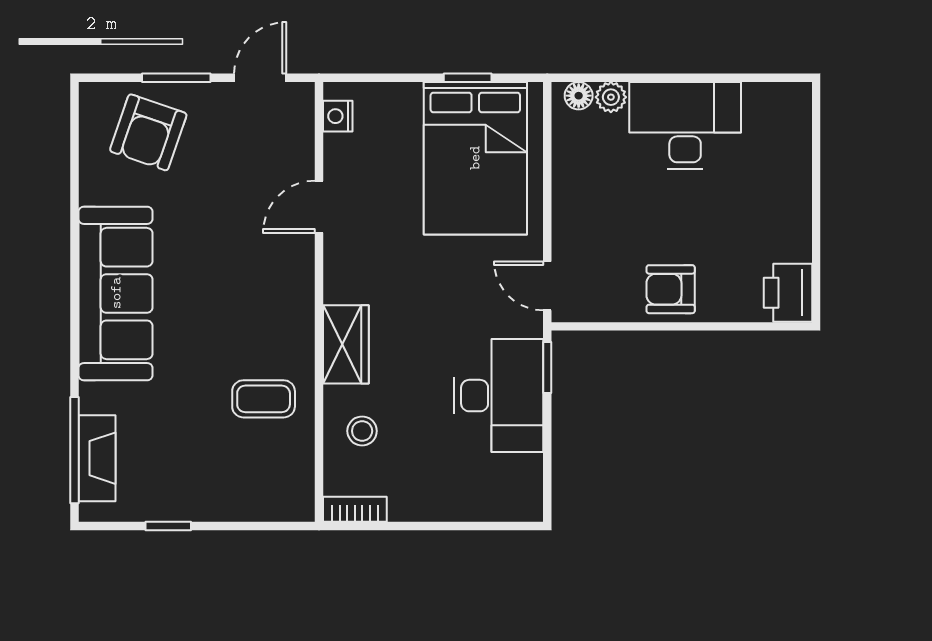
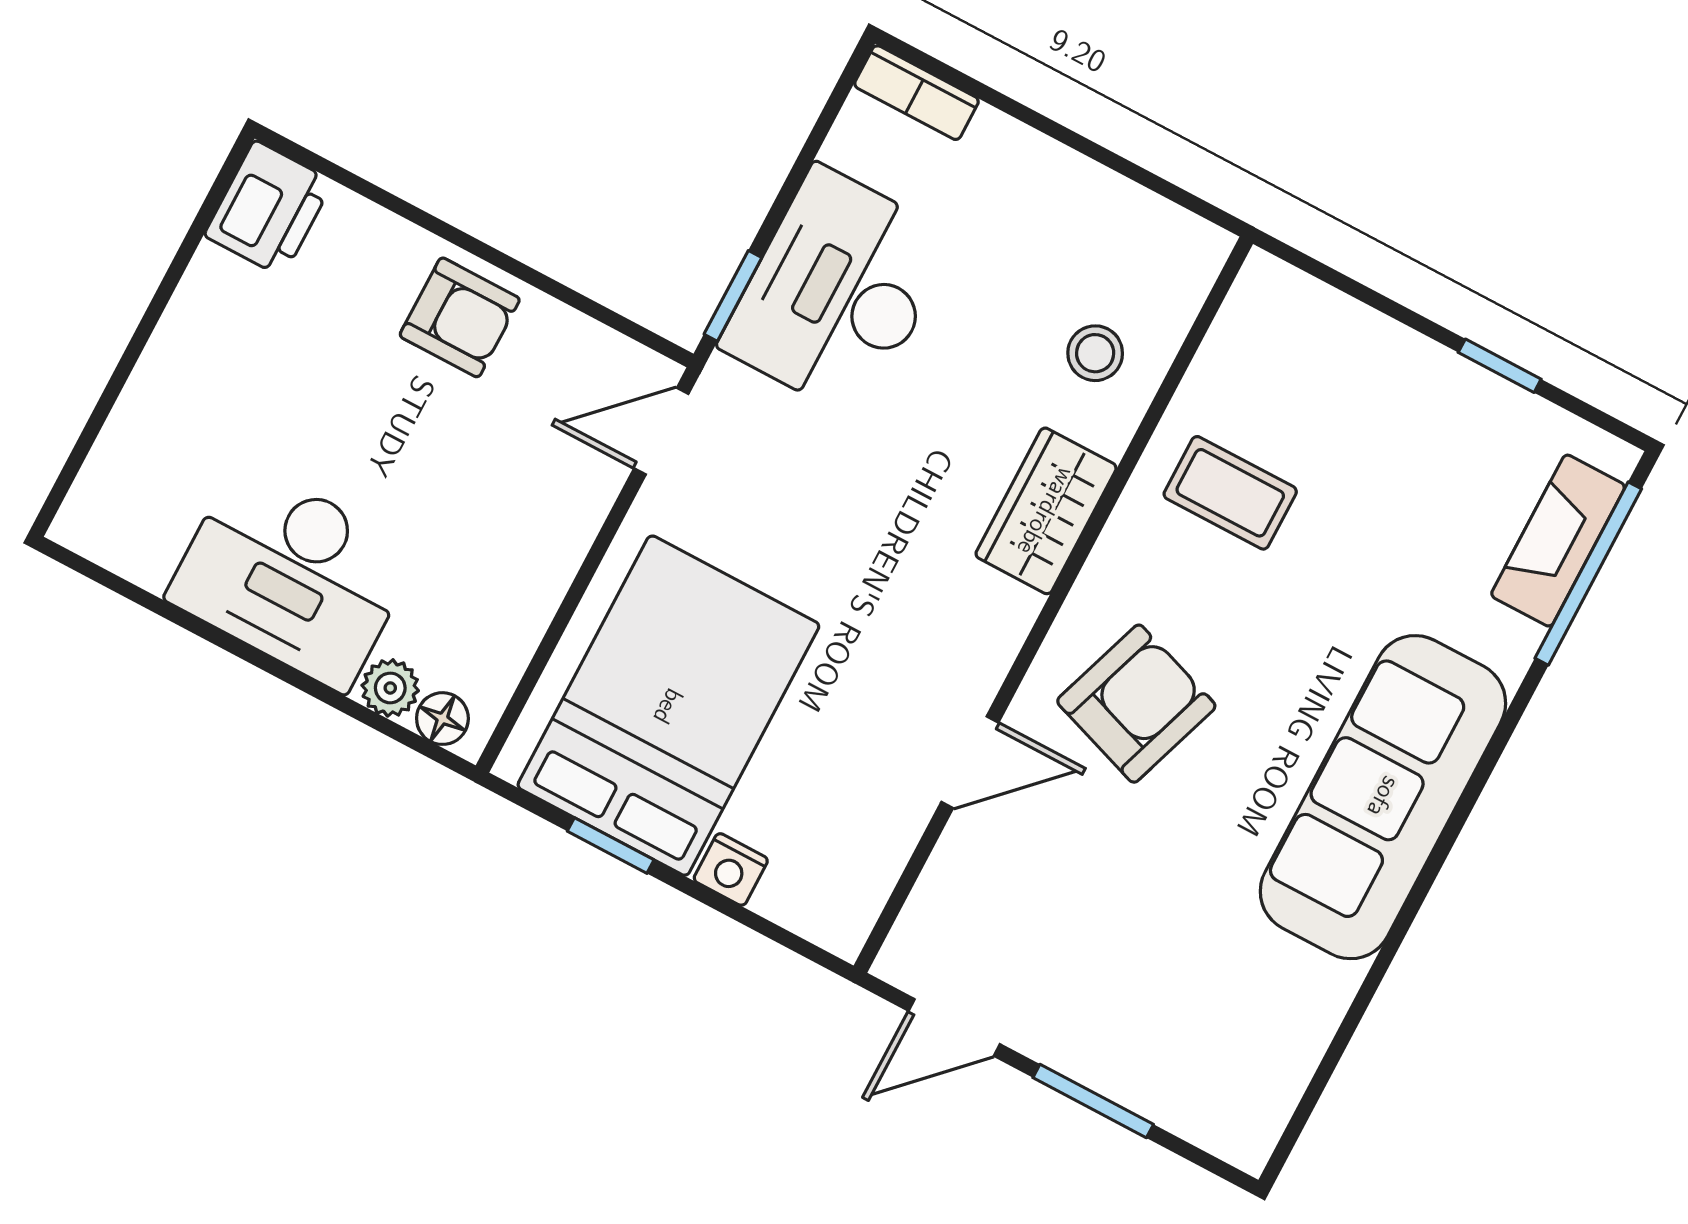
nightstand: (338, 116) -> (731, 869), moved, turned 90
armchair: (148, 132) -> (1136, 704), moved
door: (547, 286) -> (661, 431), swing flipped
bookcase: (355, 509) -> (917, 93), moved

